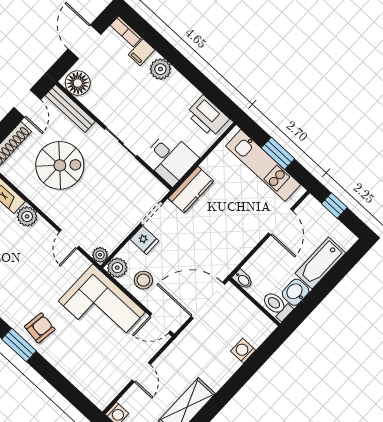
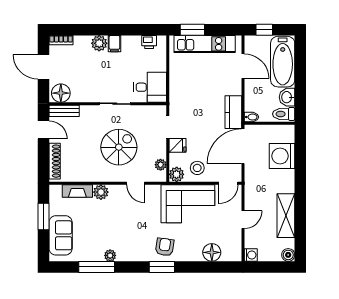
filing cabinet: (142, 52) -> (114, 44), moved
bench: (70, 108) -> (64, 111), width x0.73
printer: (208, 116) -> (149, 42), width x0.53, depth x0.68
window: (278, 153) -> (192, 30), moved
spiral stairs: (60, 165) -> (119, 147), moved
kitchen counter: (191, 190) -> (233, 112), moved, turned 180
plant: (100, 255) -> (161, 165), moved
bathtub: (320, 263) -> (283, 62), width x1.36, depth x1.36
washing machine: (243, 351) -> (282, 156), width x1.89, depth x1.89
door: (141, 372) -> (243, 220), hinge flipped
floor lamp: (81, 376) -> (212, 252), added

